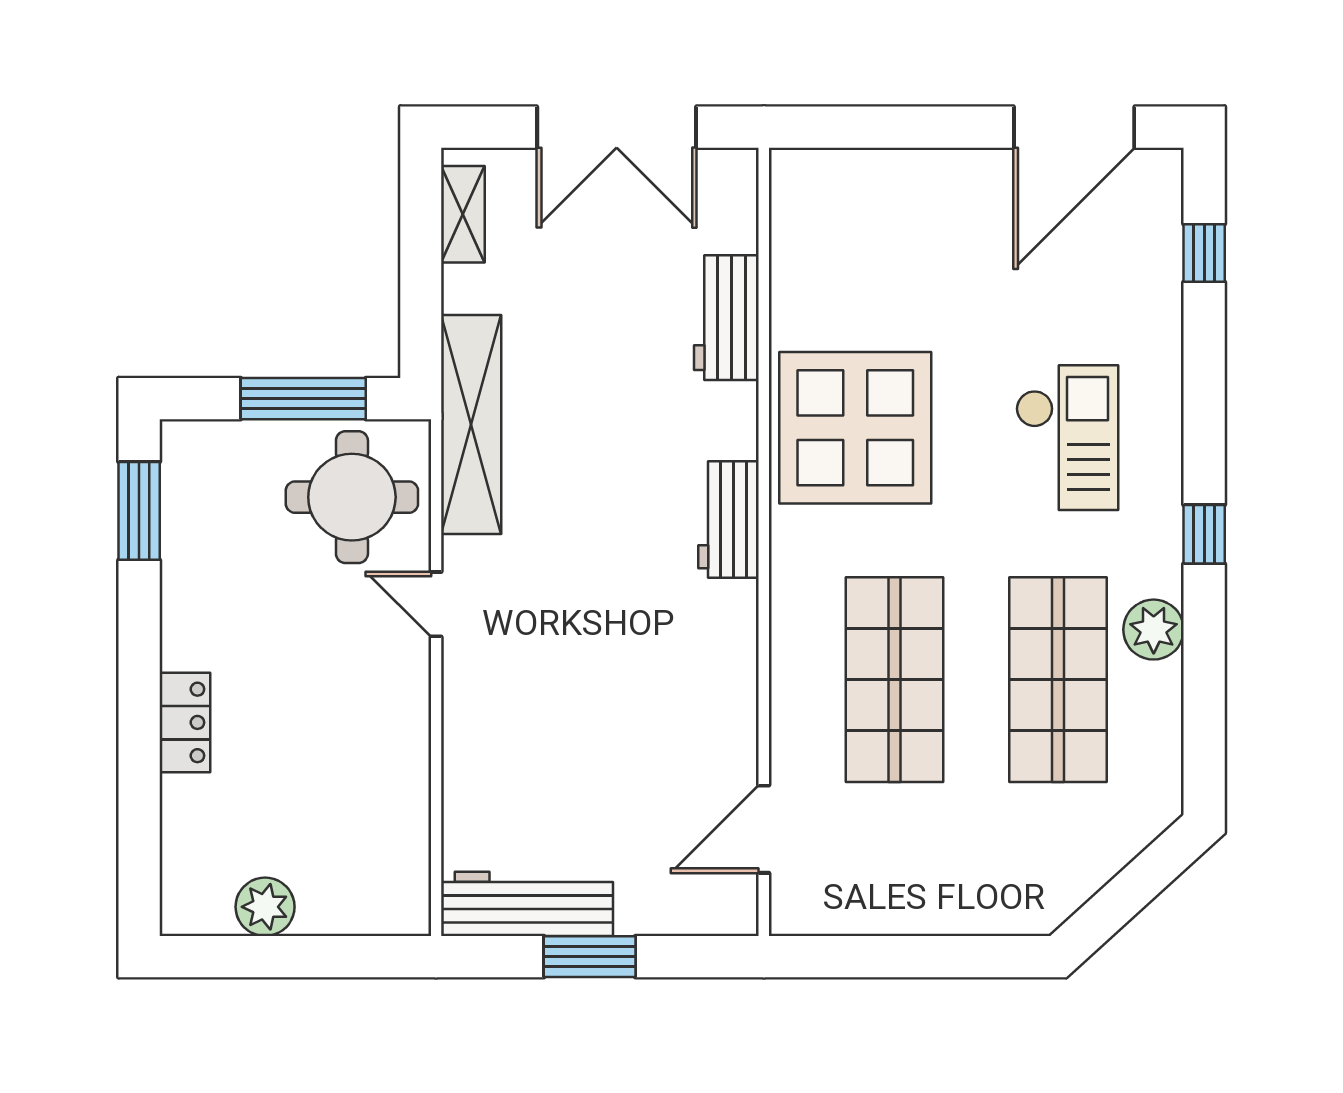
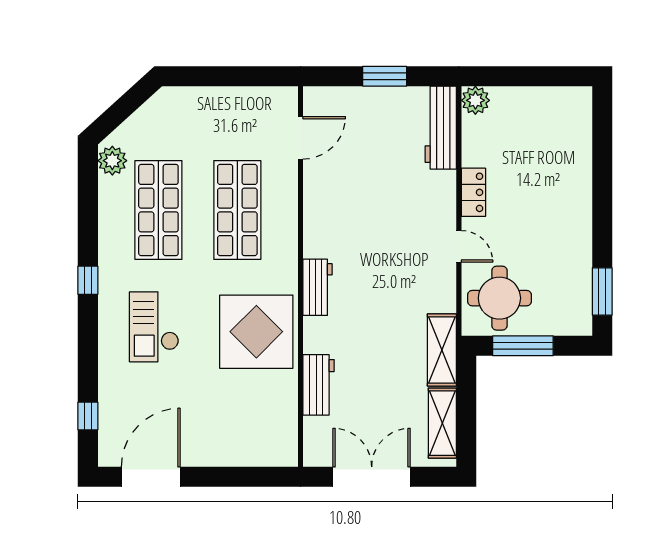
shelving: (463, 214) -> (442, 423), width x1.50, depth x1.33
shelving: (471, 425) -> (442, 350), width x0.68
plant: (1154, 630) -> (112, 161), moved
locker: (185, 722) -> (473, 192), moved, turned 180
workbench: (527, 904) -> (441, 128), moved, turned 90
plant: (265, 907) -> (475, 100), moved

